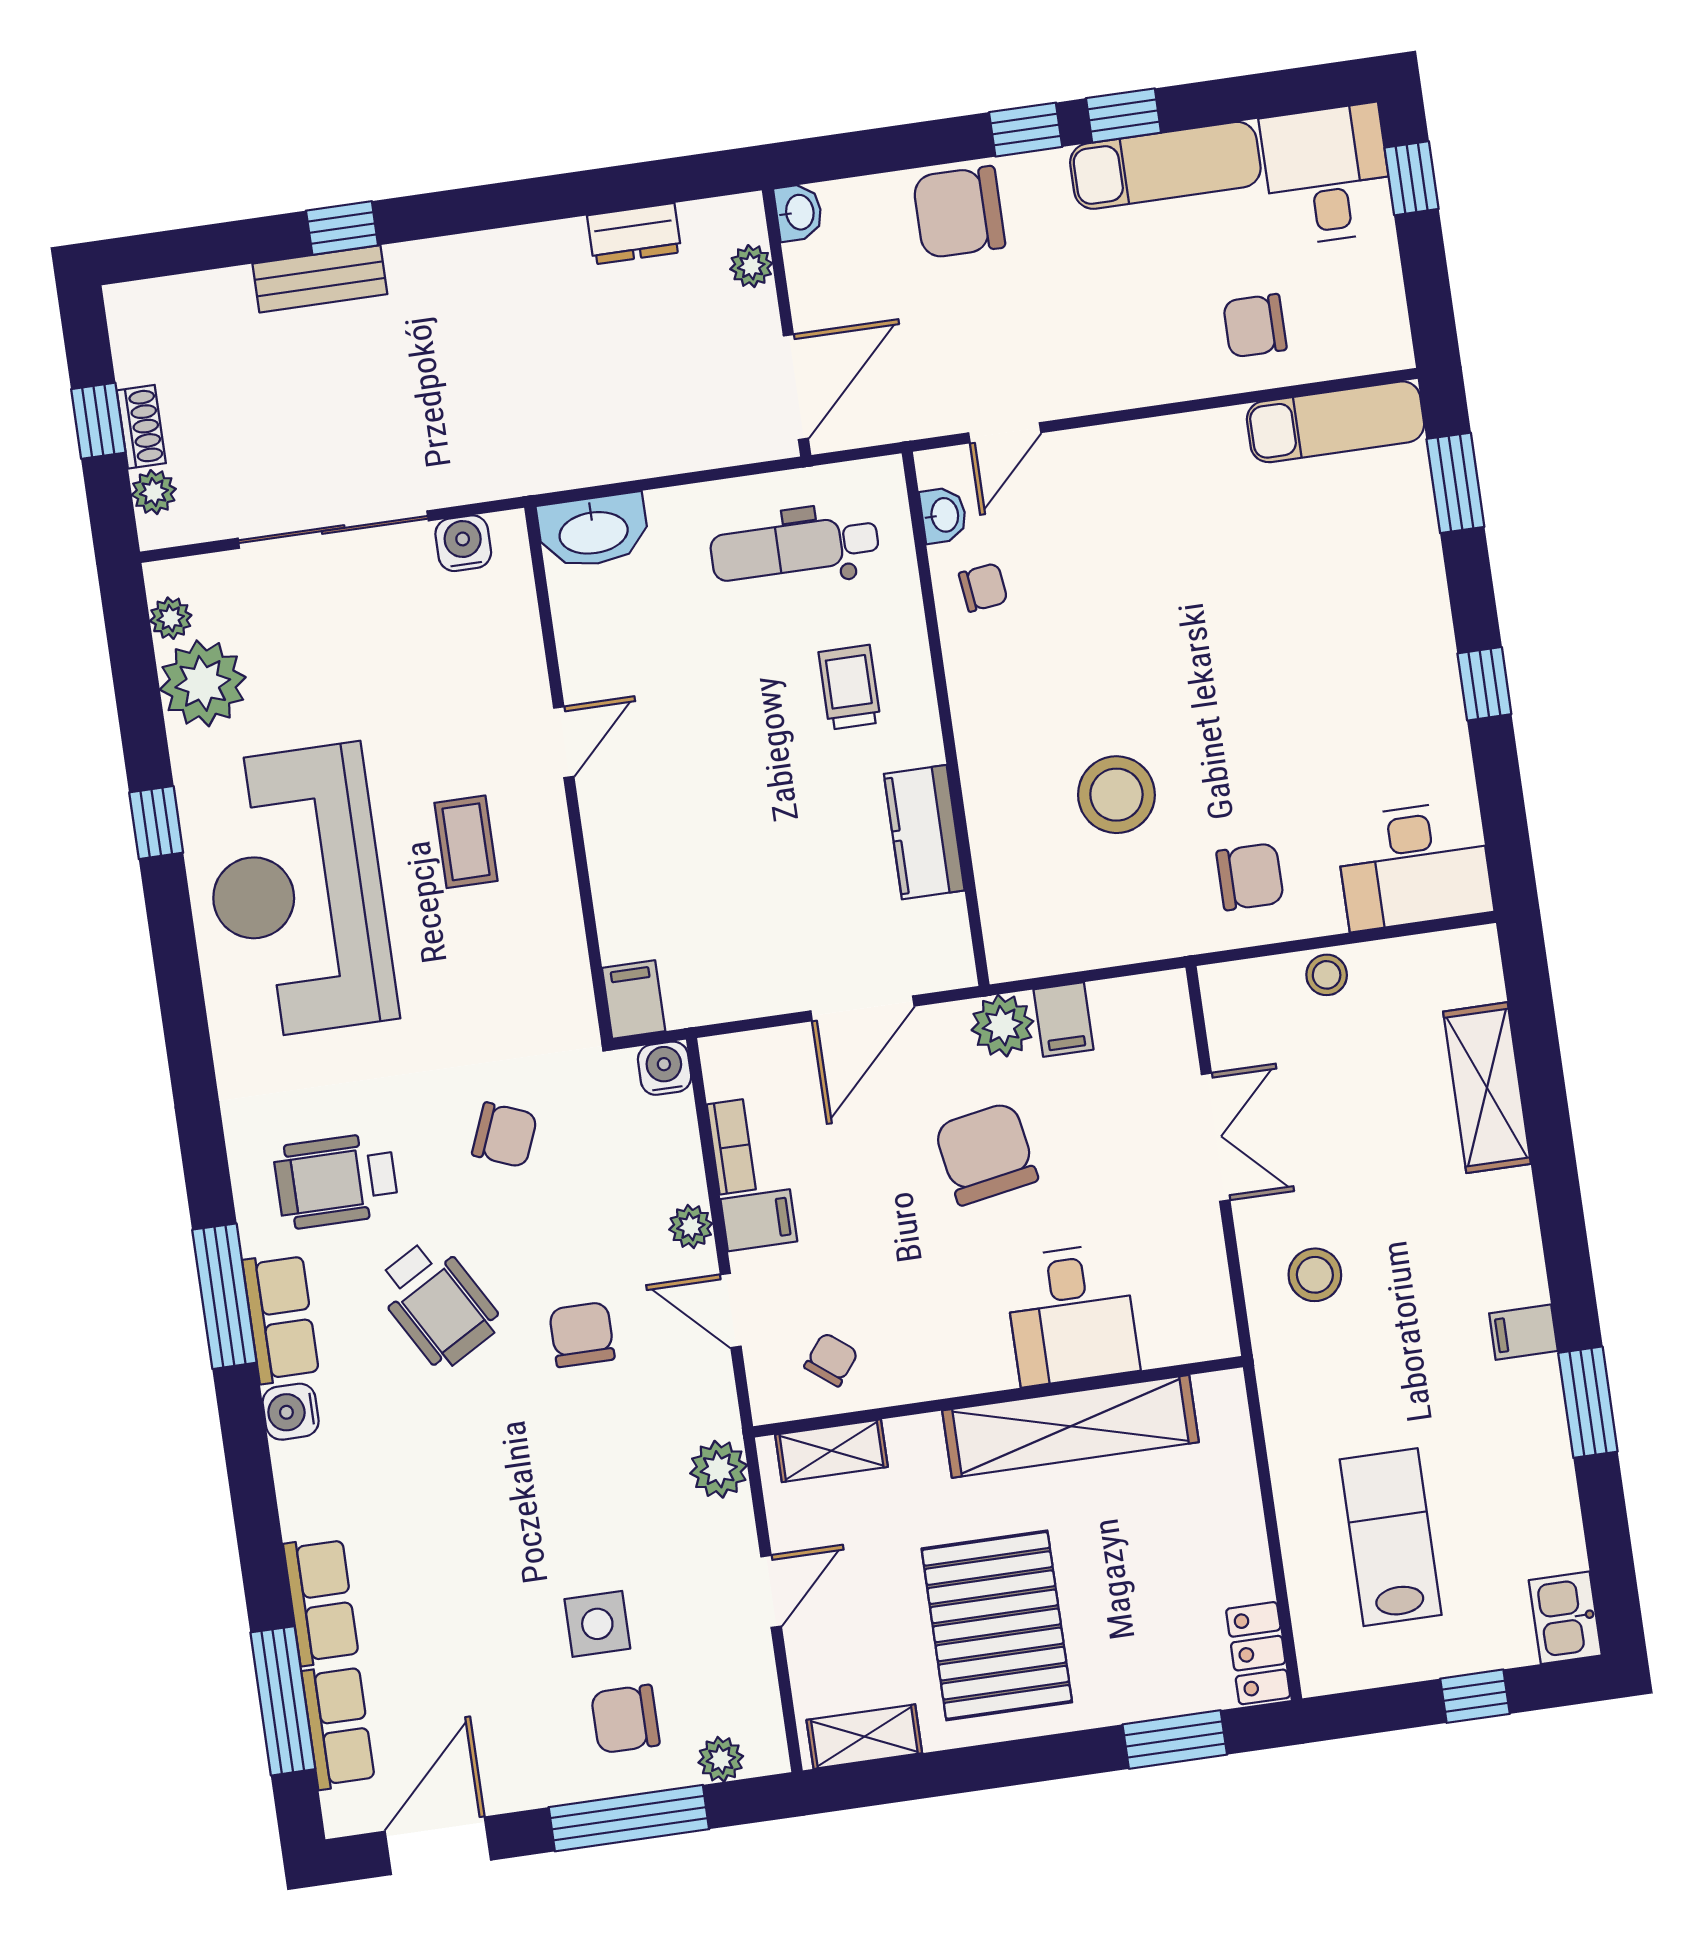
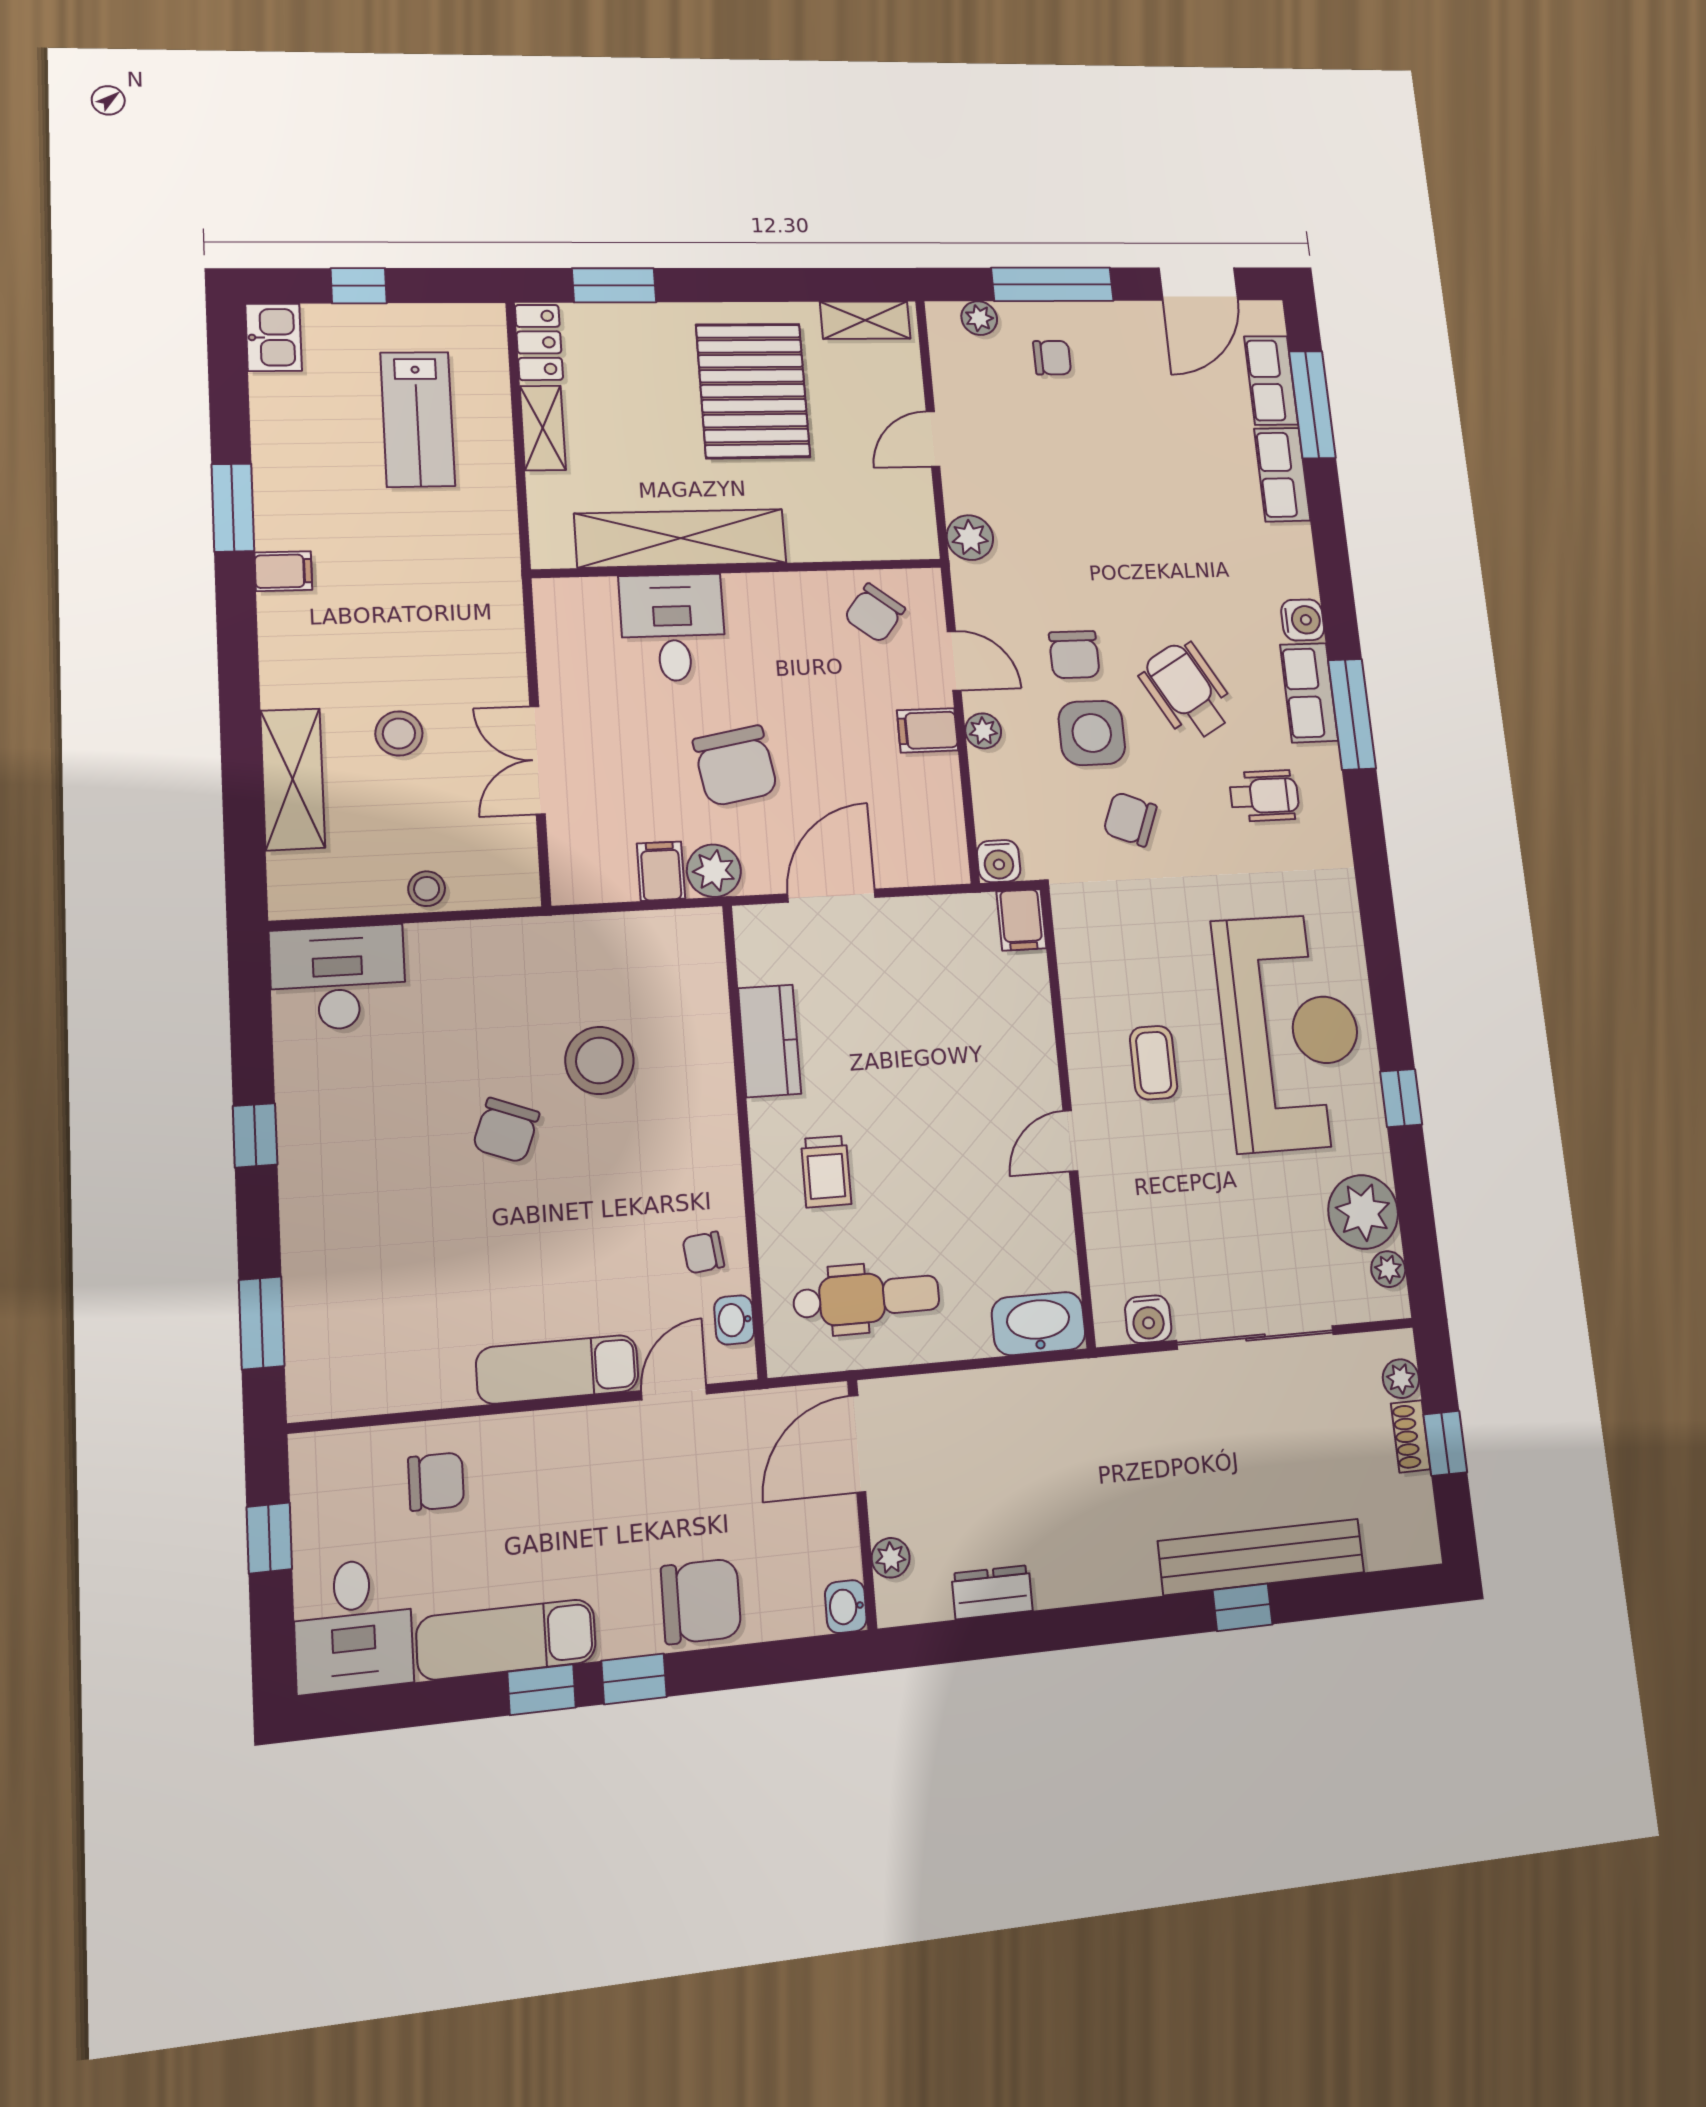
window: (1412, 178) -> (269, 1538), moved
bench: (320, 279) -> (1261, 1557), width x1.86, depth x1.21
exam couch: (1335, 422) -> (557, 1369), moved
chair: (1250, 877) -> (506, 1130), moved, turned -69
bookcase: (731, 1147) -> (947, 792), removed
wheelchair: (336, 1181) -> (1264, 796), width x0.73, depth x0.73
stool: (1315, 1275) -> (399, 733), moved
chair: (831, 1360) -> (875, 613), width x1.37, depth x1.37
shelving: (831, 1451) -> (543, 428), moved, turned 90
side table: (597, 1624) -> (1092, 733), moved, width x1.37, depth x1.37
chair: (625, 1719) -> (1052, 358), width x0.73, depth x0.73

